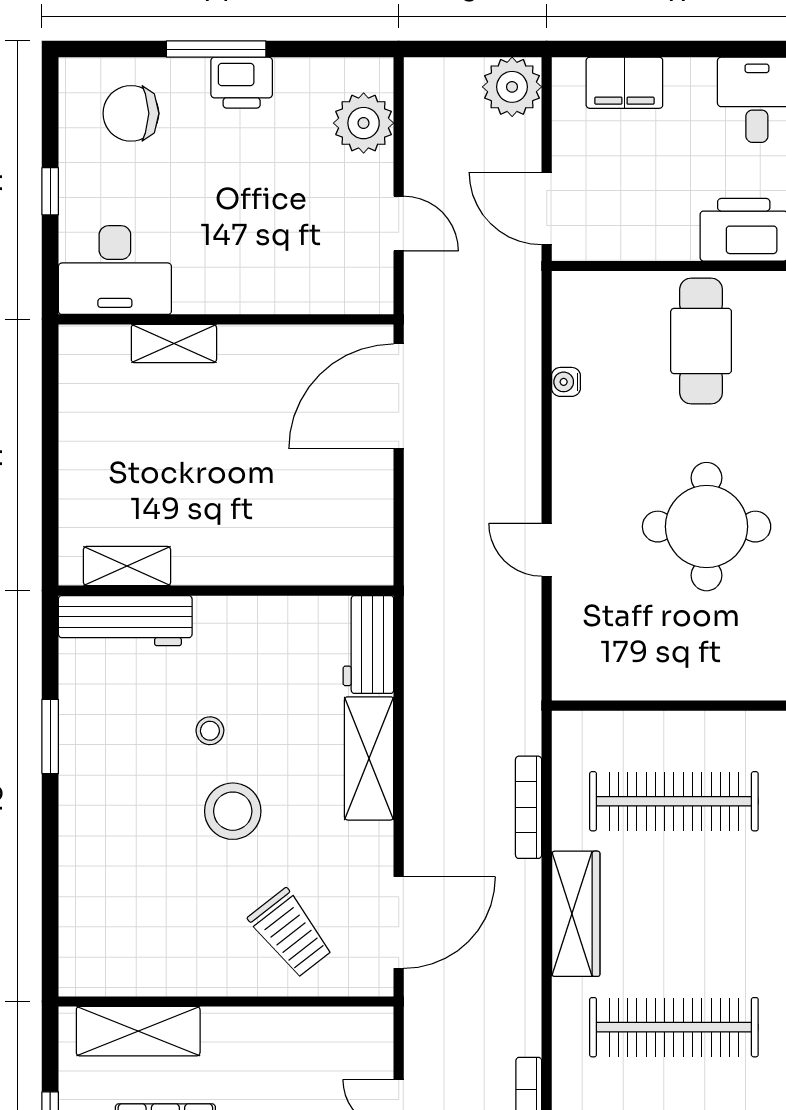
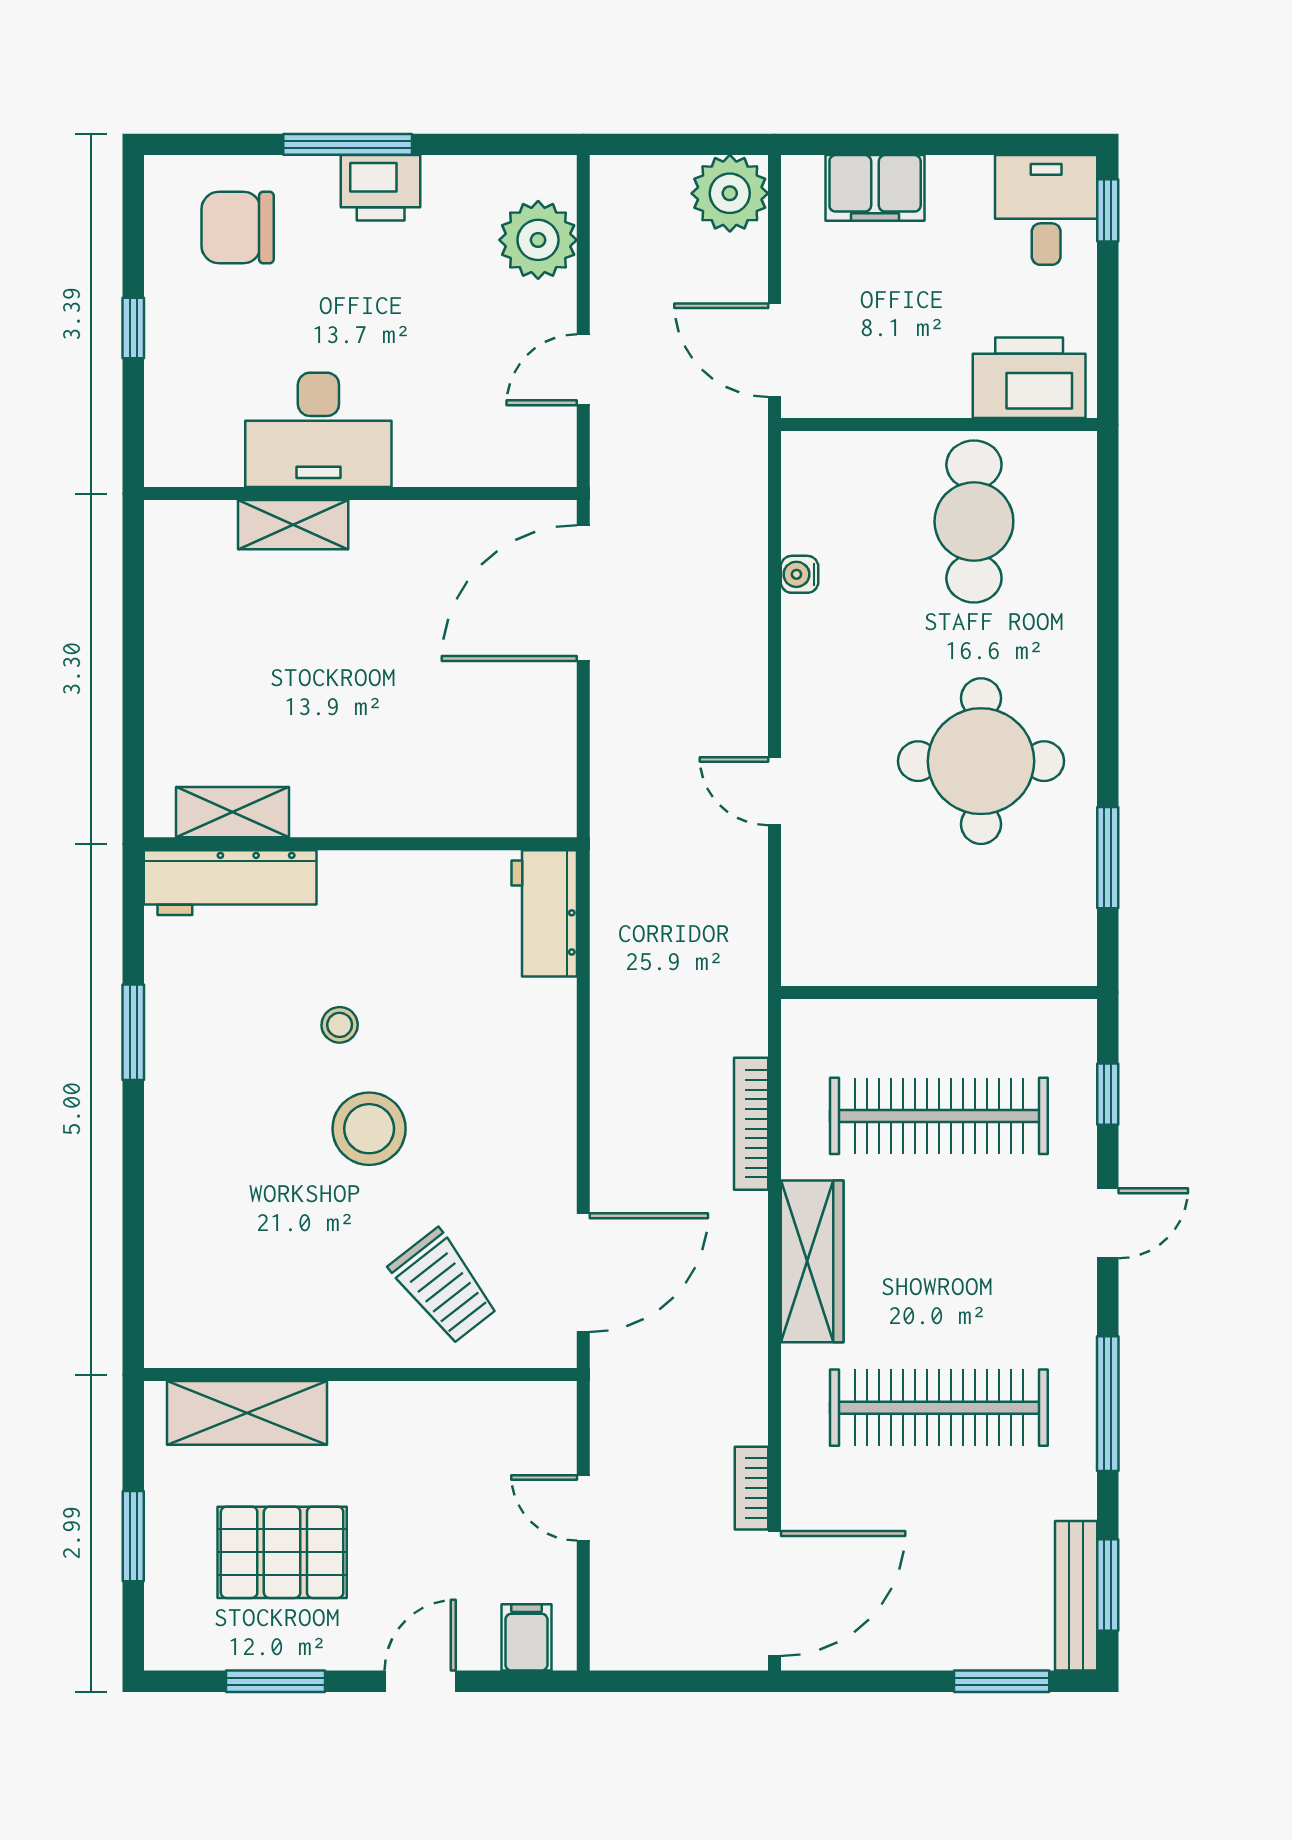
door: (399, 224) -> (583, 370), swing flipped
desk: (115, 270) -> (318, 430), moved
shelving: (369, 758) -> (545, 1061), removed

